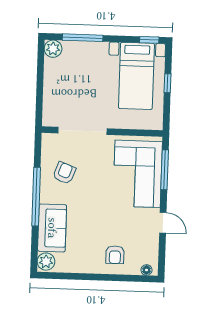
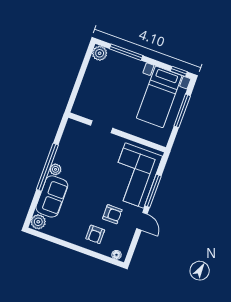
window: (167, 83) -> (182, 111), width x2.17
doorway: (82, 131) -> (102, 127), width x0.53
window: (165, 170) -> (153, 191), moved
armchair: (64, 173) -> (112, 214), moved, turned 69
plant: (46, 196) -> (56, 169), added

